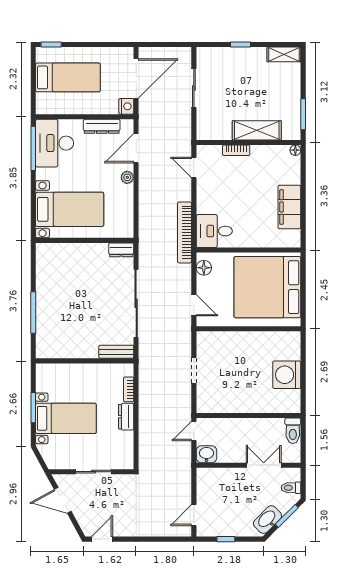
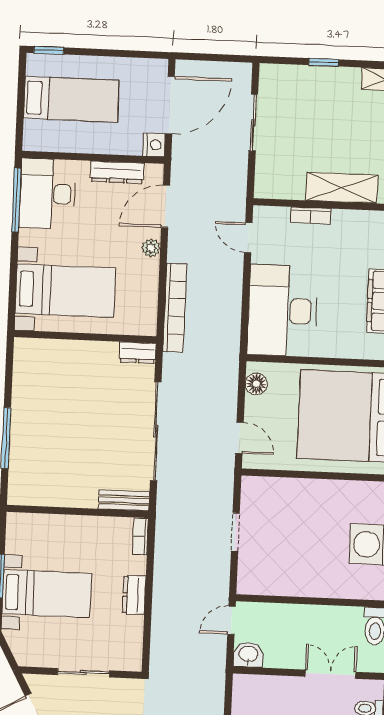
desk: (214, 231) -> (282, 311), width x1.87, depth x1.30
bookcase: (185, 232) -> (175, 308), moved, turned 180
bookcase: (129, 389) -> (140, 537), moved

